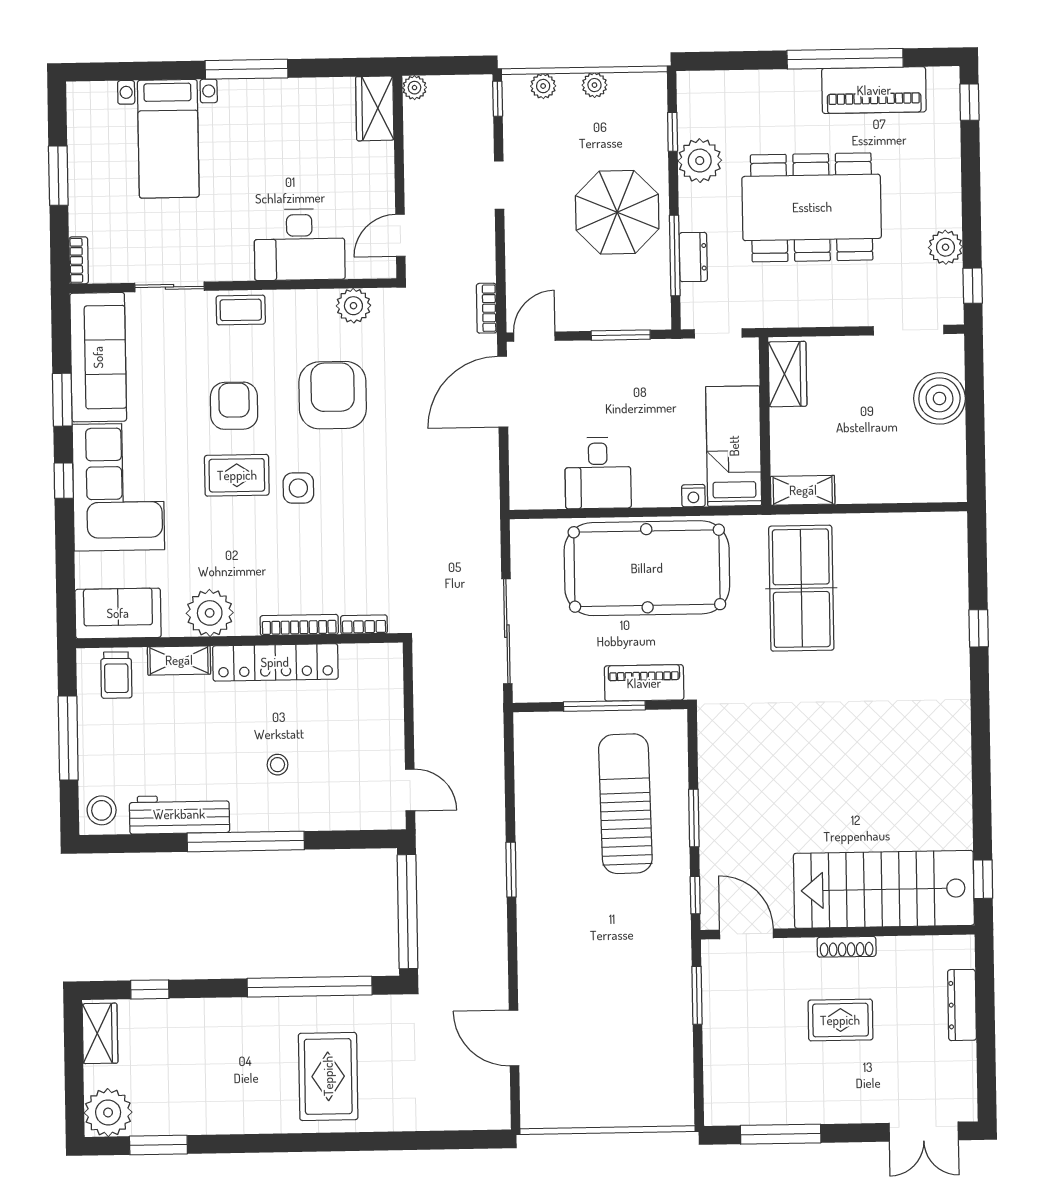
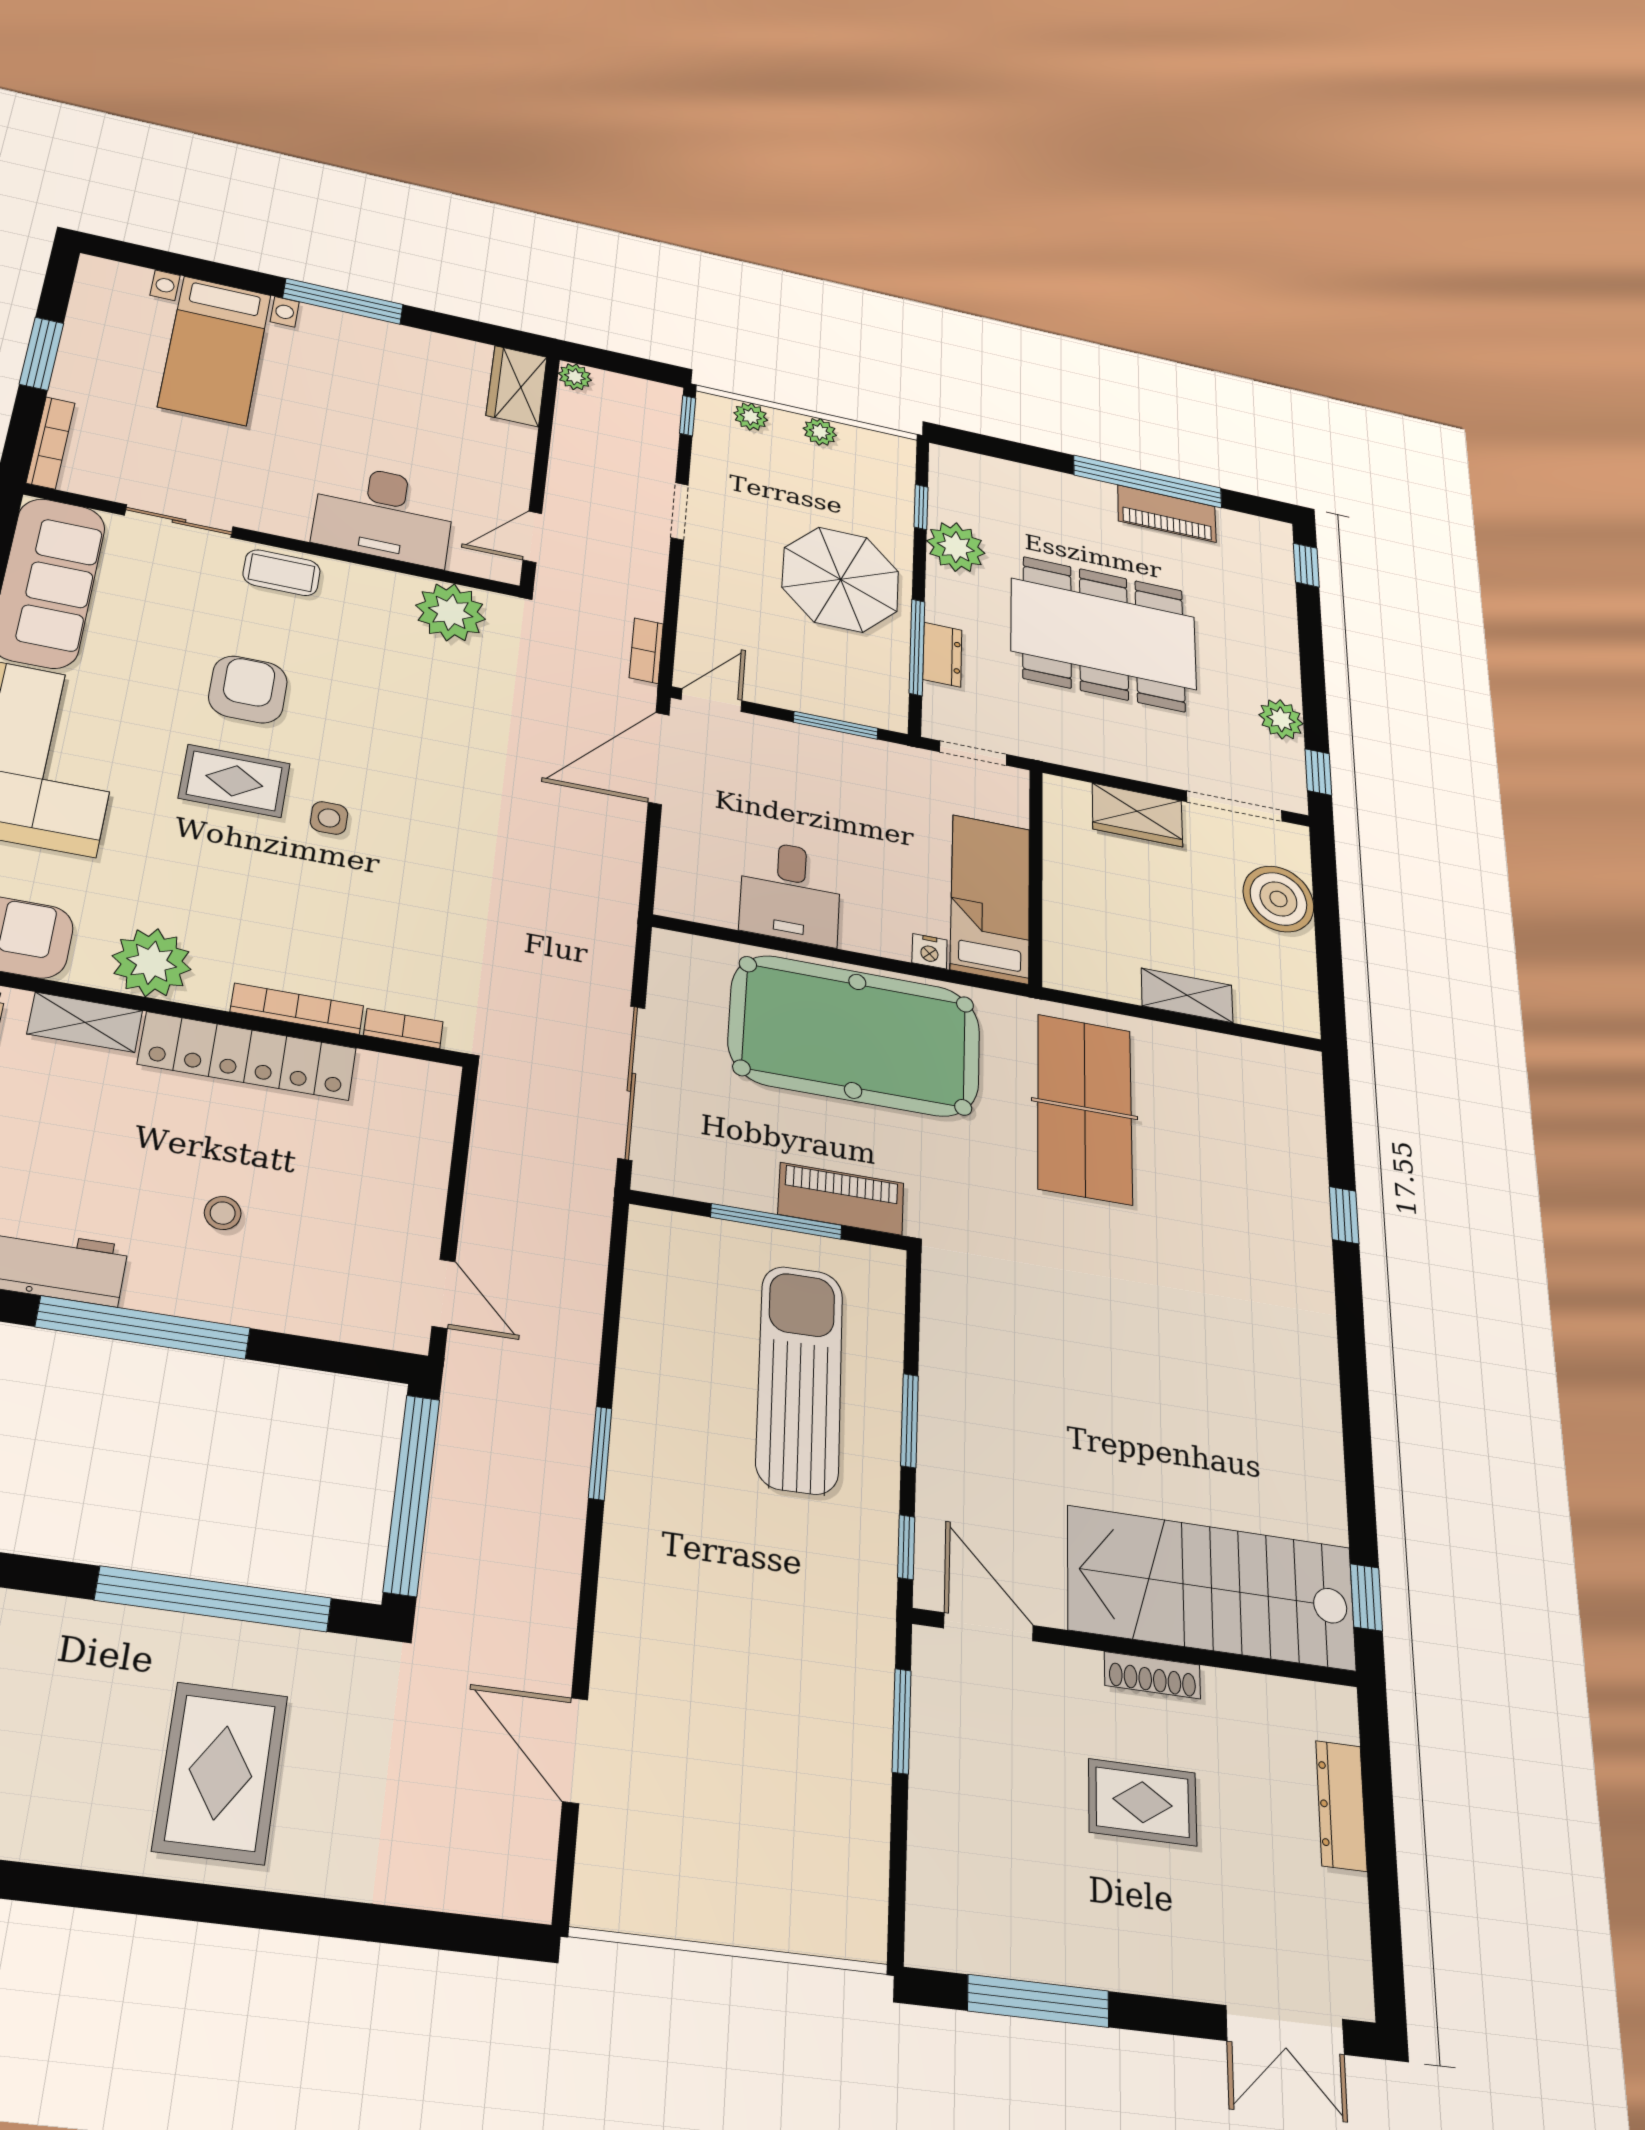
piano: (874, 90) -> (1167, 514), width x0.73, depth x0.75
bookcase: (79, 260) -> (51, 443), width x1.56
plant: (353, 306) -> (451, 612), width x1.36, depth x1.36
wardrobe: (788, 374) -> (1137, 815), moved, turned 90
armchair: (333, 395) -> (403, 708), removed
side table: (298, 488) -> (329, 818), width x0.73, depth x0.73
shelving: (803, 490) -> (1187, 995), moved

